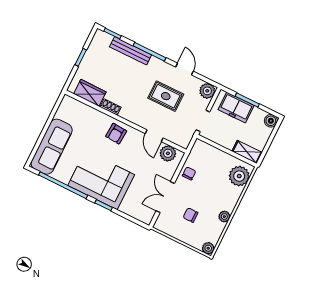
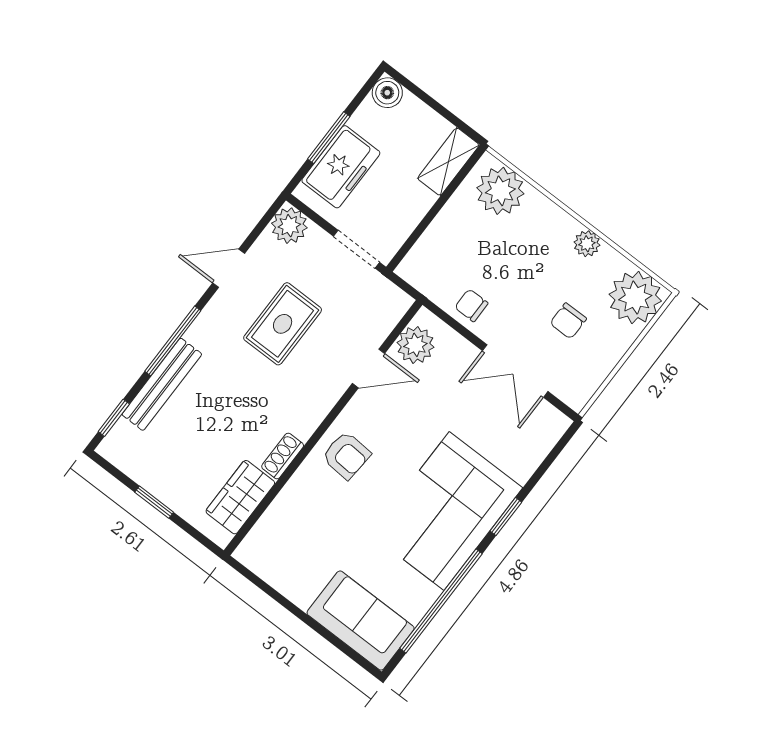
sofa: (52, 147) -> (361, 621), width x0.73
plant: (208, 248) -> (635, 298), width x1.87, depth x1.87

